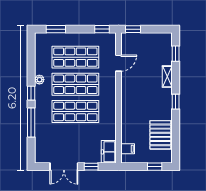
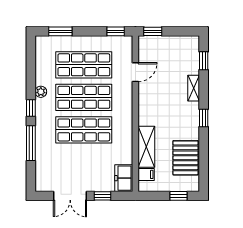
shelving: (128, 126) -> (146, 147), added

